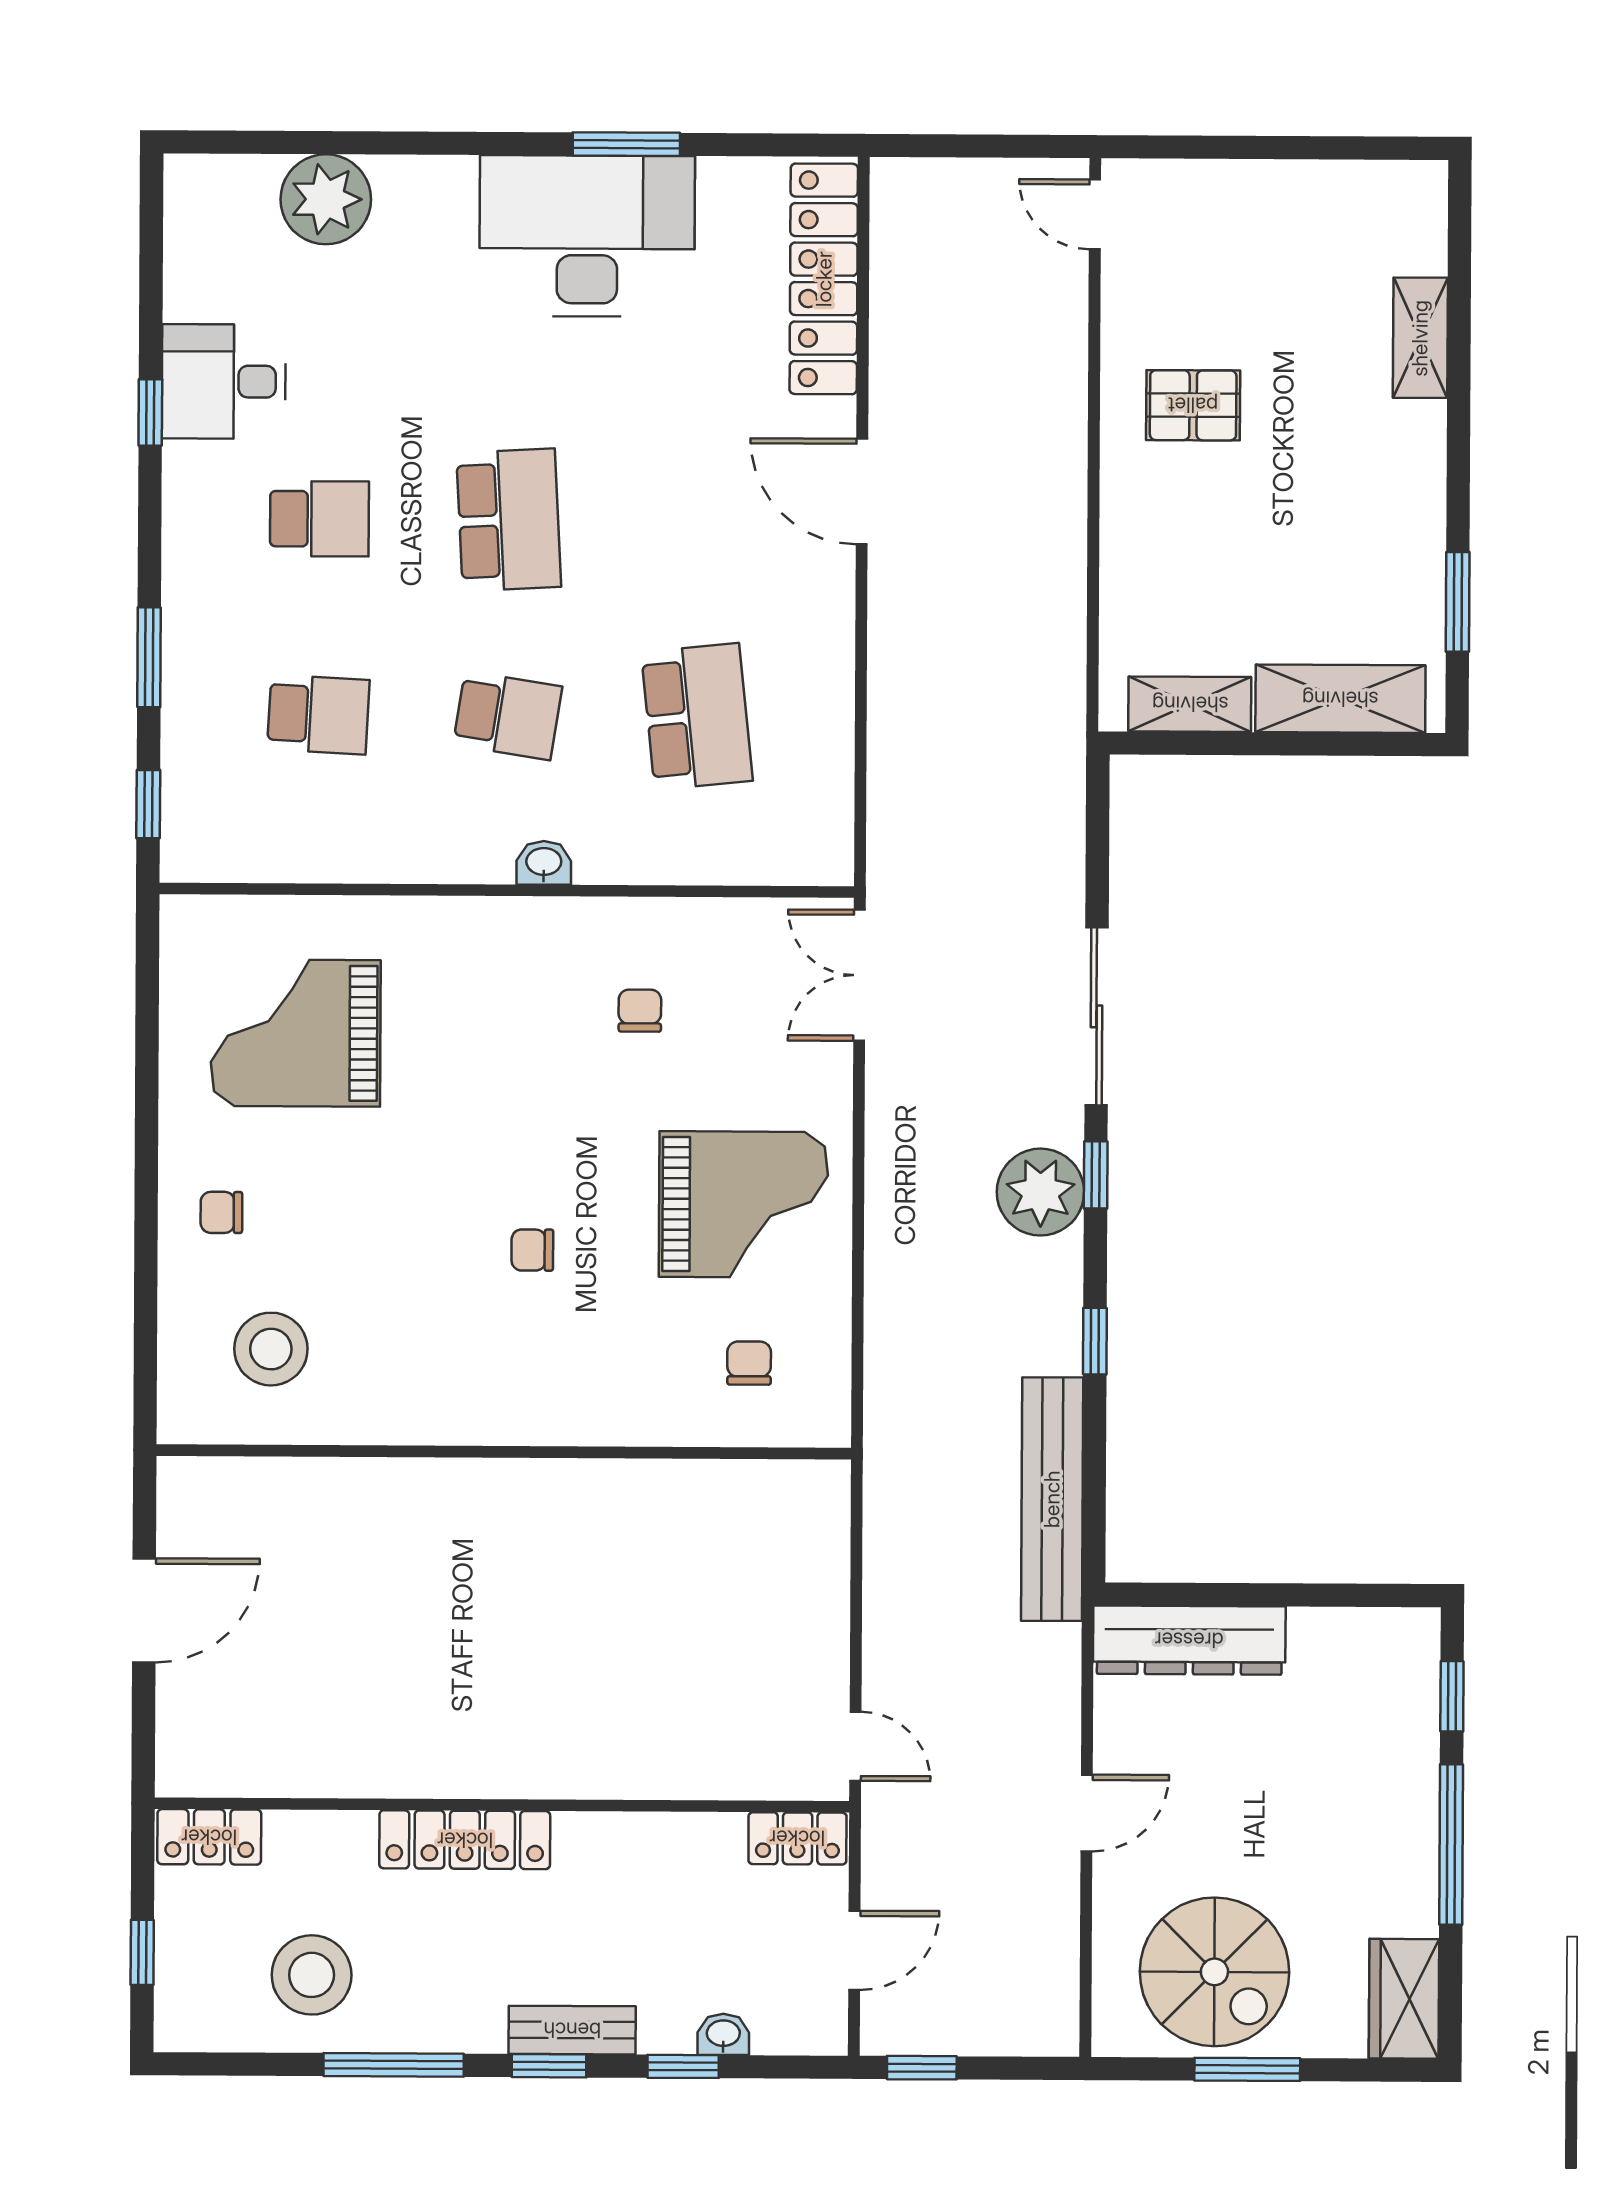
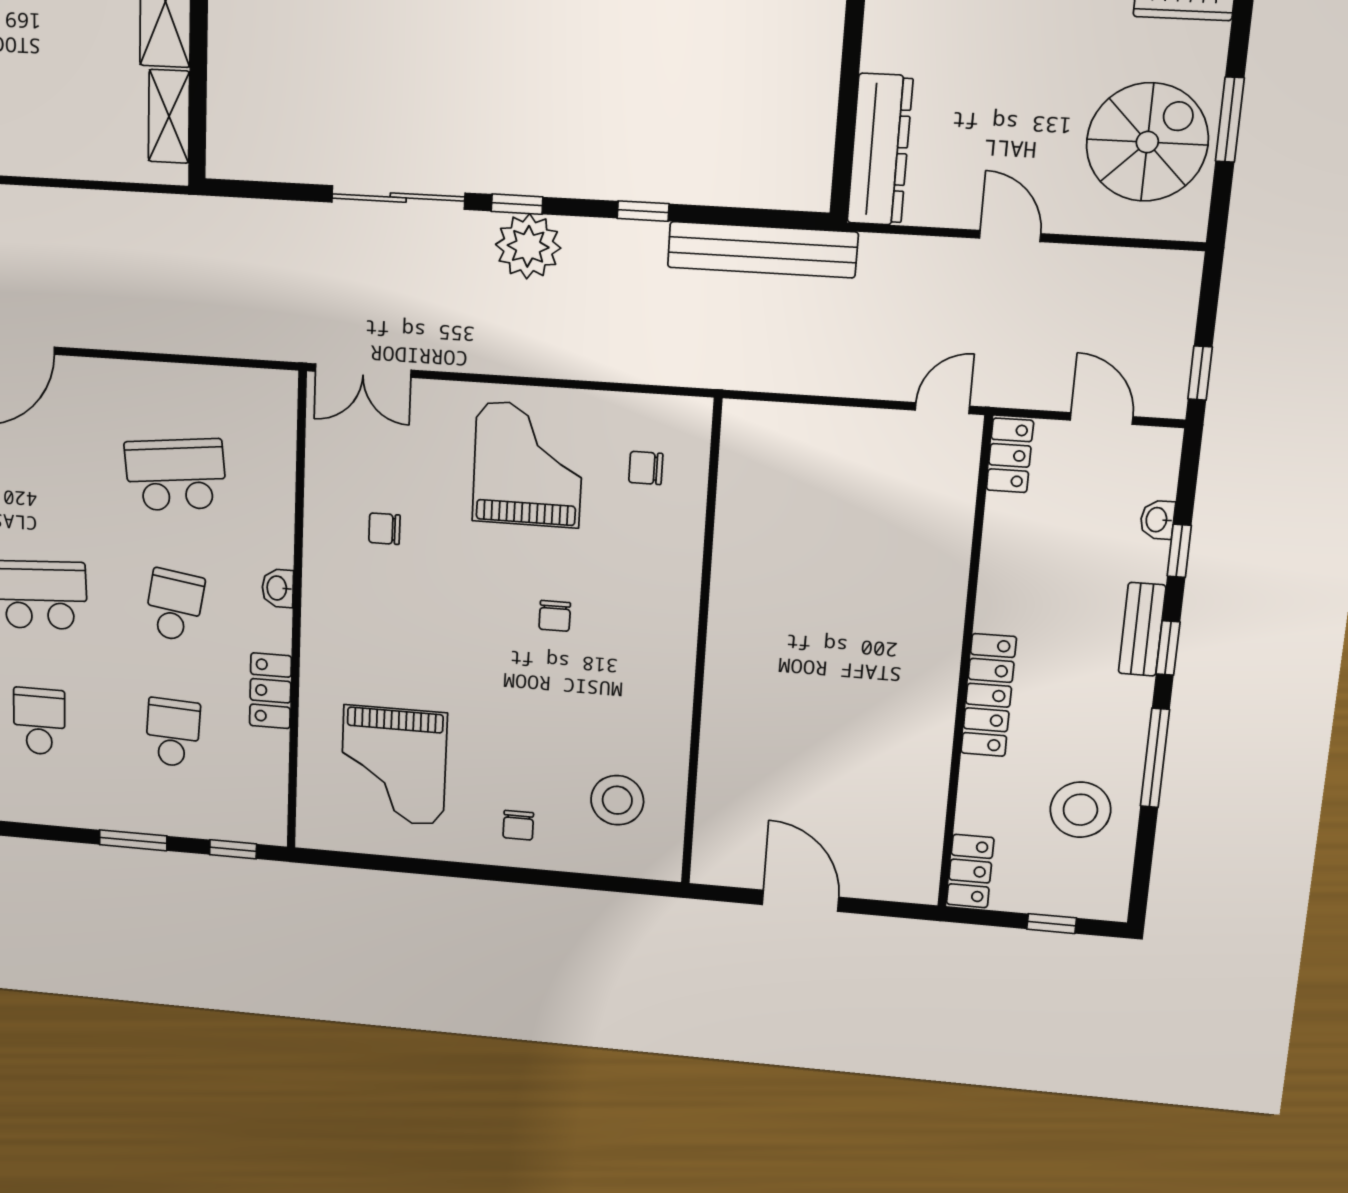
locker: (392, 855) -> (270, 691), added

